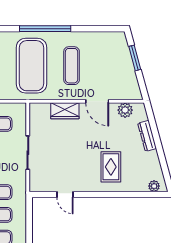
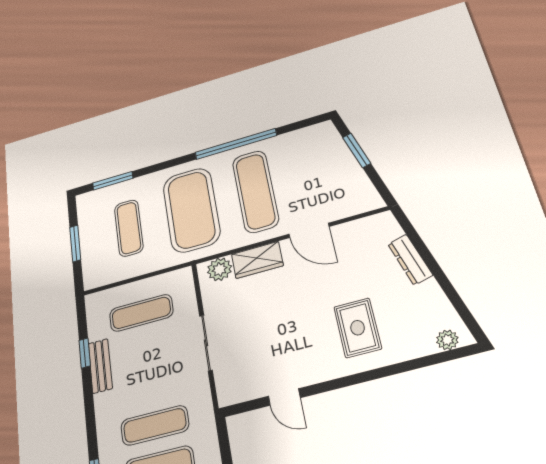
window: (45, 29) -> (236, 144), moved
exercise mat: (72, 66) -> (255, 191), width x1.36, depth x1.45
plant: (125, 110) -> (220, 269), moved

